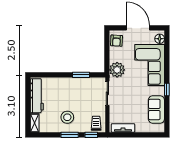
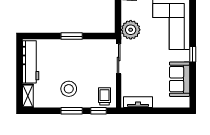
window: (81, 75) -> (72, 36), moved

